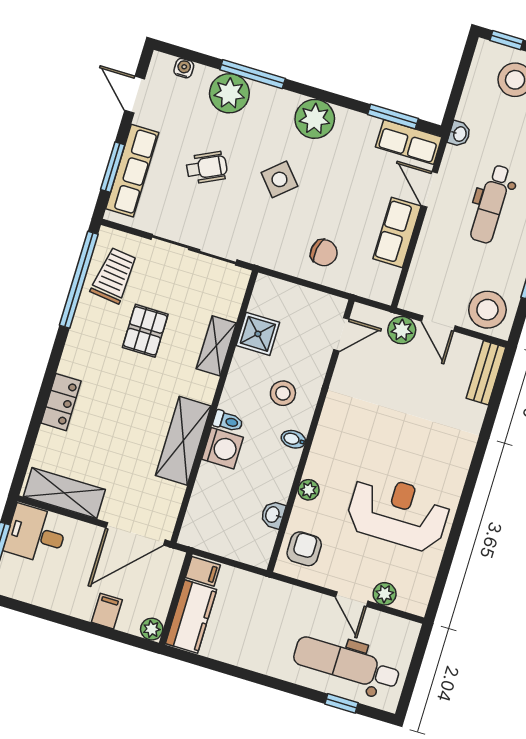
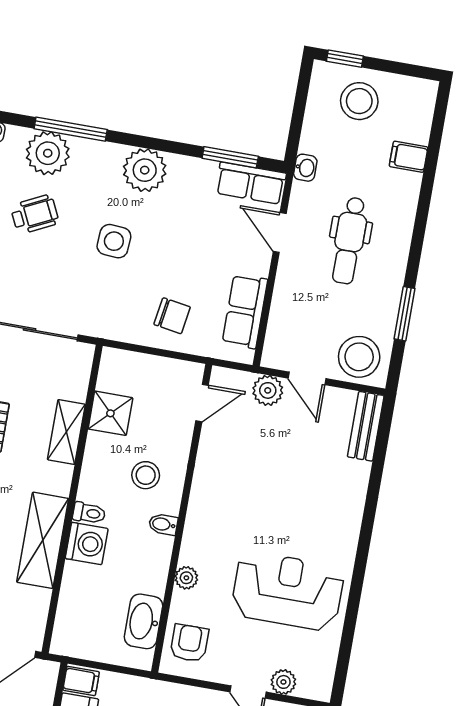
wheelchair: (207, 168) -> (35, 214), moved
side table: (279, 179) -> (114, 241), turned 45
row of seats: (397, 232) -> (245, 311), moved
washbasin: (273, 515) -> (143, 621), width x1.91, depth x1.45

